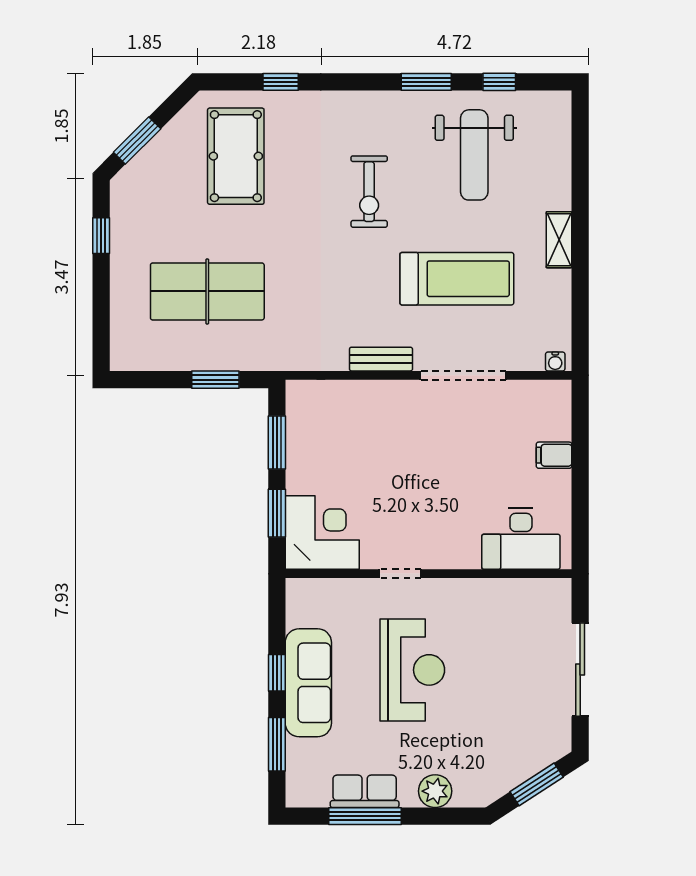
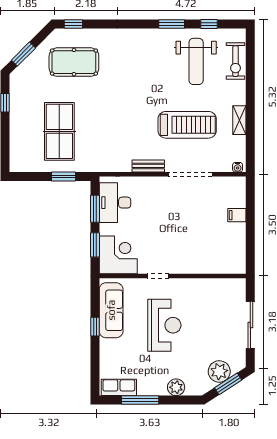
window: (281, 82) -> (73, 24), moved
pool table: (236, 156) -> (74, 62), turned 90
exercise bike: (369, 192) -> (235, 61), moved
shelving: (559, 240) -> (239, 120), moved
table tennis table: (207, 291) -> (59, 131), turned 90
desk: (521, 539) -> (115, 203), moved, turned 90
sofa: (308, 683) -> (111, 310), moved
window: (277, 744) -> (95, 363), removed
plant: (519, 760) -> (219, 371), added
row of seats: (365, 791) -> (119, 387), moved

